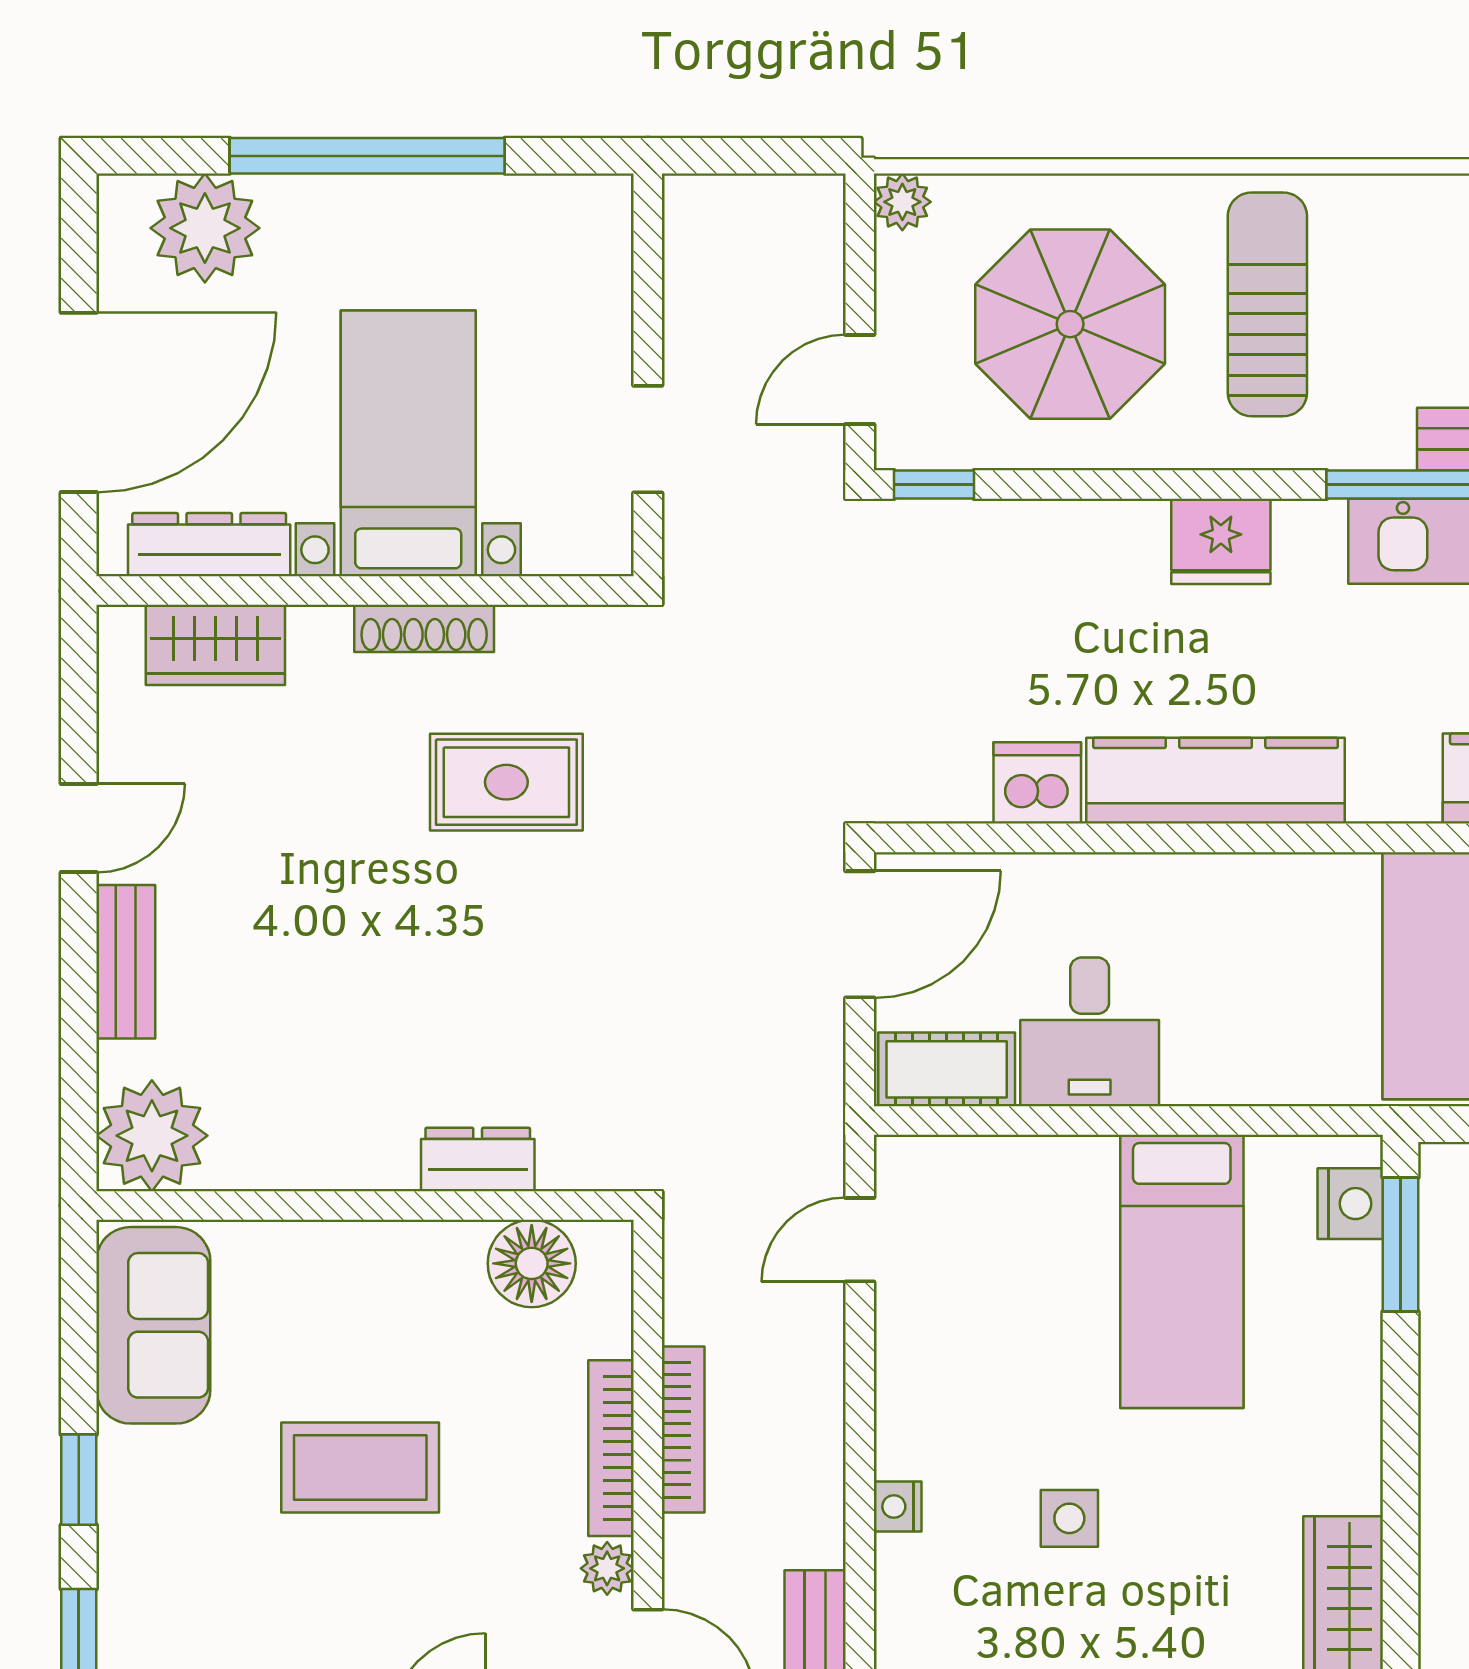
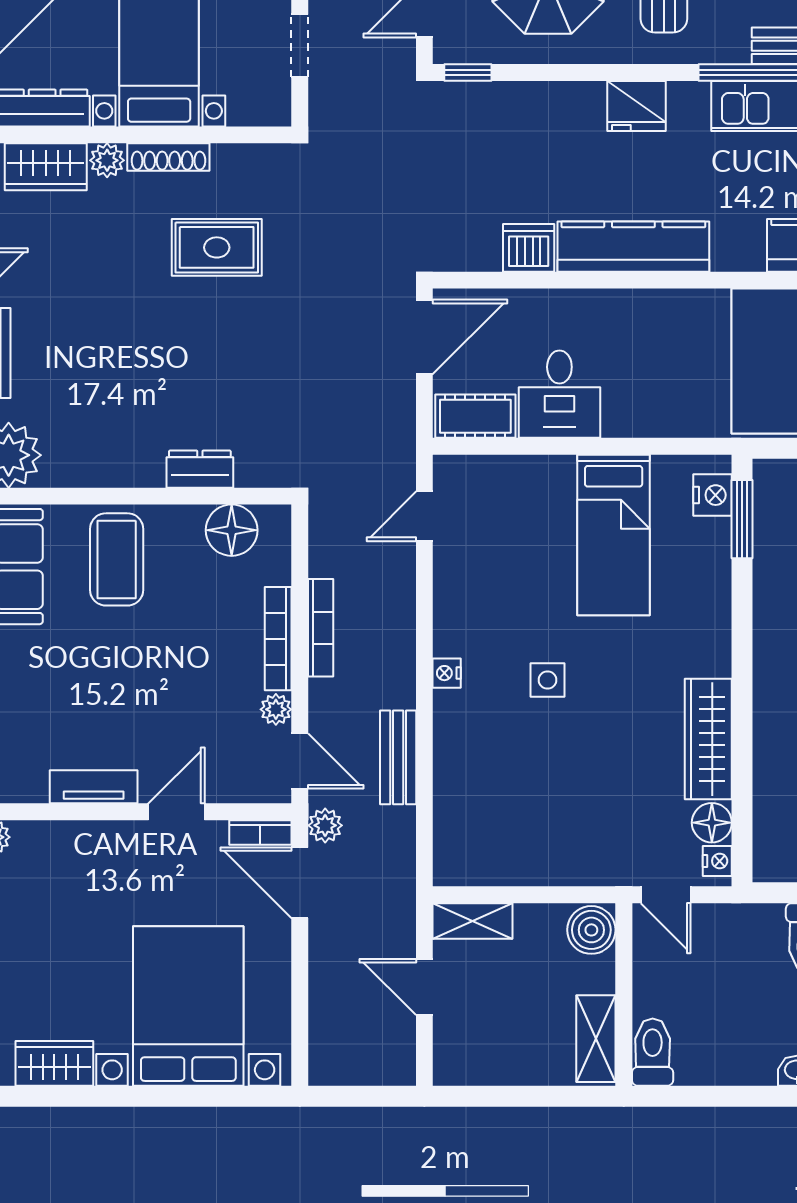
plant: (320, 634) -> (107, 160), added
coffee table: (360, 1468) -> (117, 559), moved, turned 90

